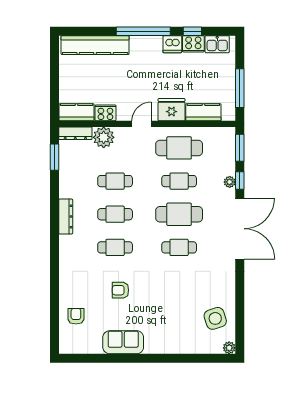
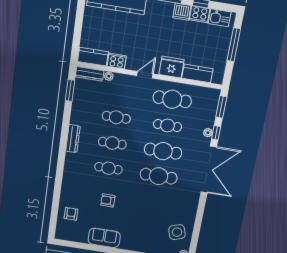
window: (240, 88) -> (234, 45), moved
plant: (104, 137) -> (109, 76), width x0.53, depth x0.53
cafe table: (179, 247) -> (159, 176), width x1.37, depth x1.35

